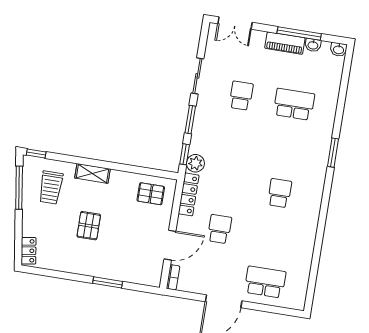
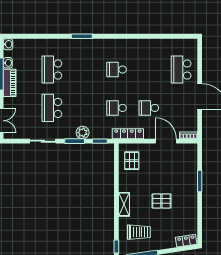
school desk: (241, 96) -> (52, 108), width x1.85
plant: (195, 163) -> (83, 133), moved
school desk: (227, 185) -> (117, 108), added

